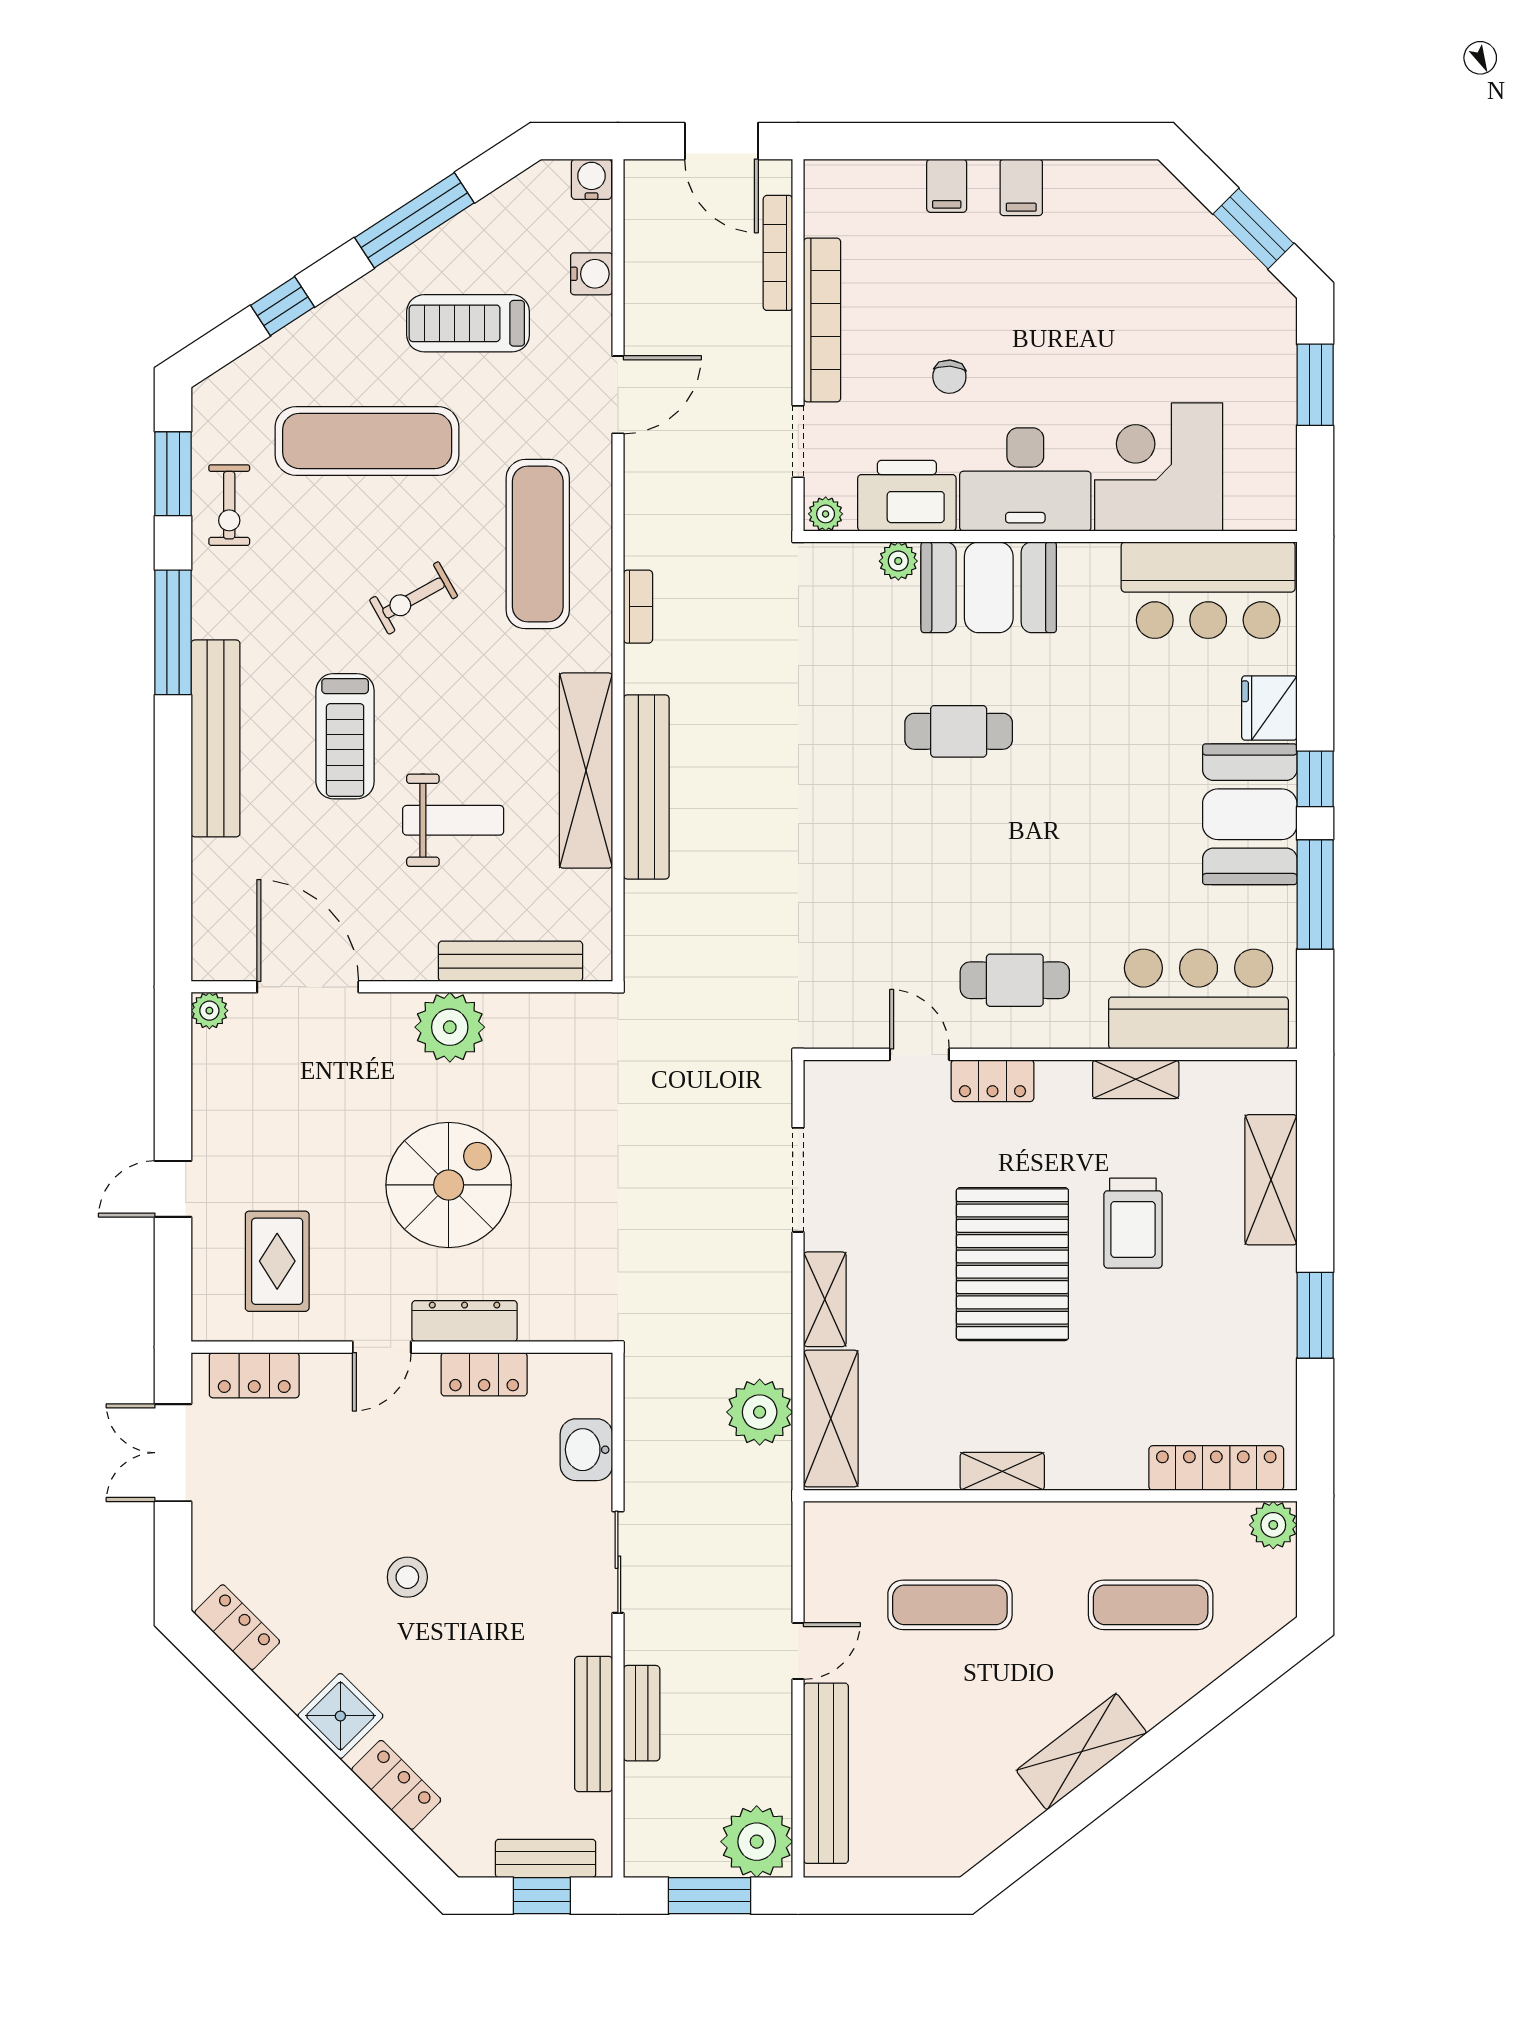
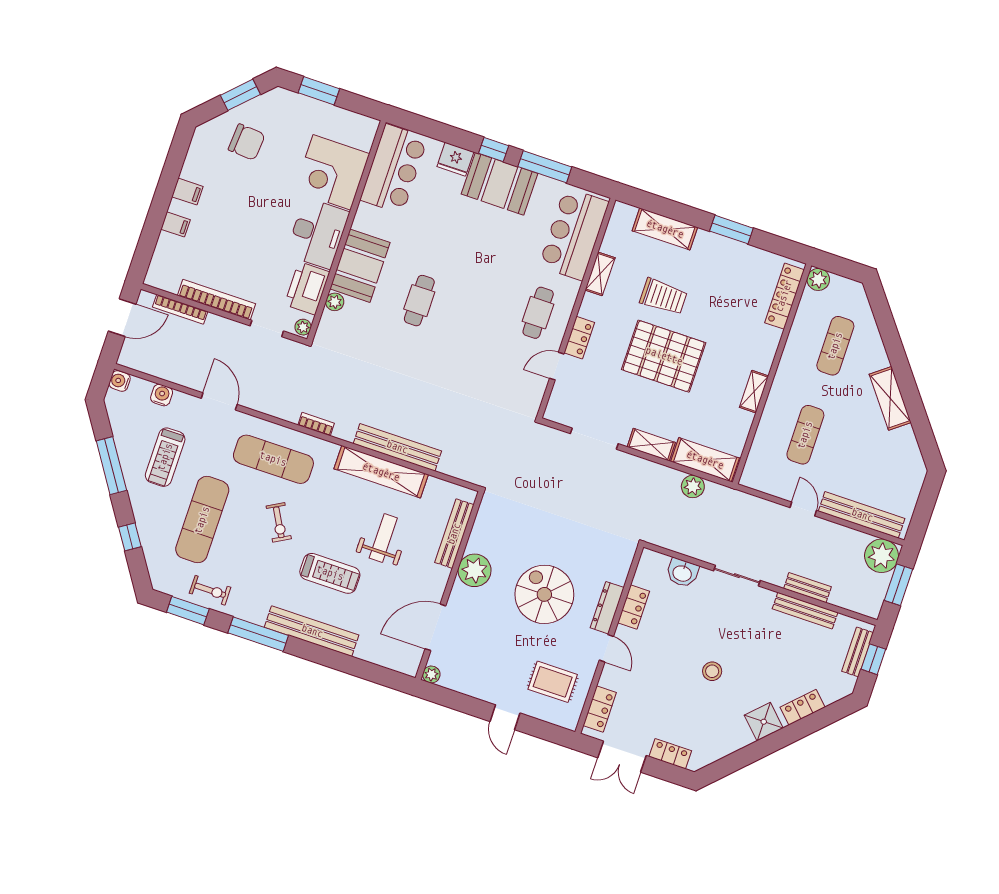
chair: (949, 377) -> (247, 142), moved, width x1.87, depth x1.87
plant: (760, 1412) -> (693, 486), width x0.73, depth x0.73
locker: (237, 1627) -> (670, 754), moved, turned 45

